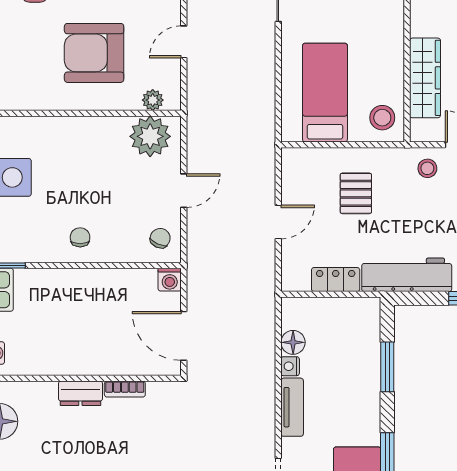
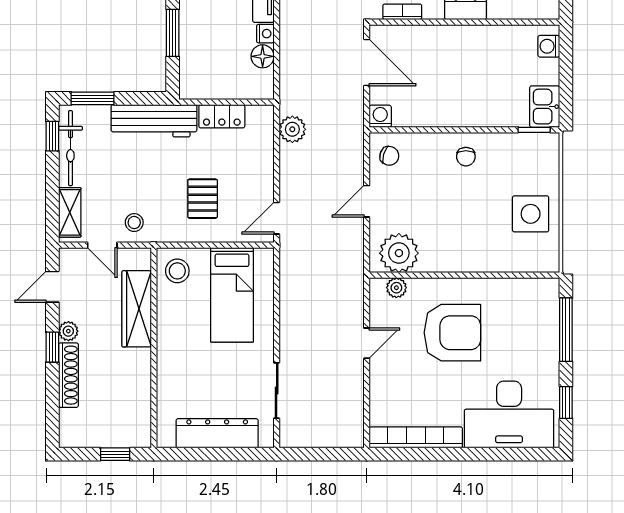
door: (278, 222) -> (277, 218), moved
chair: (160, 238) -> (389, 156), turned -97
plant: (262, 266) -> (292, 129), added
bookcase: (125, 389) -> (402, 12), moved

